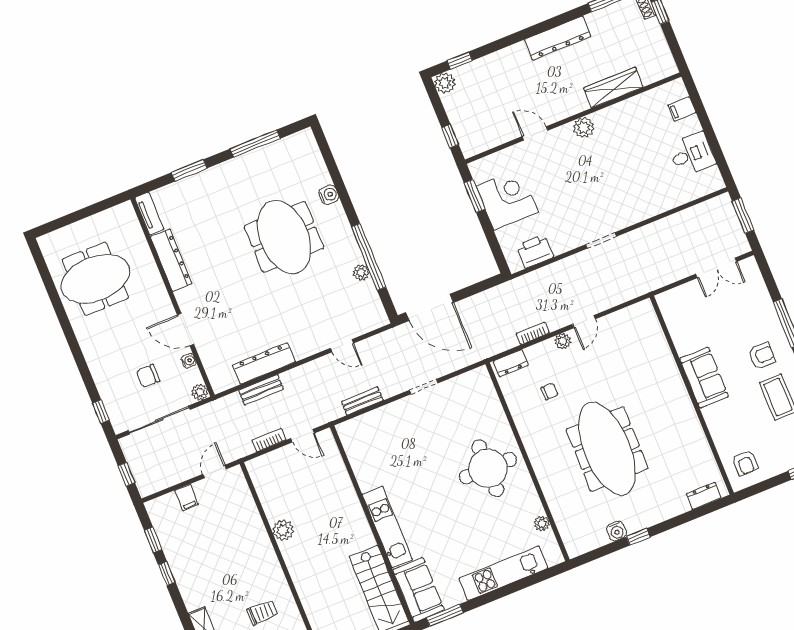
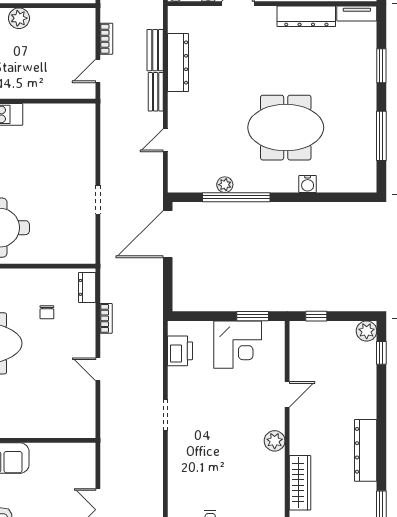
plant: (563, 341) -> (88, 343), removed
bench: (362, 401) -> (156, 92), moved

